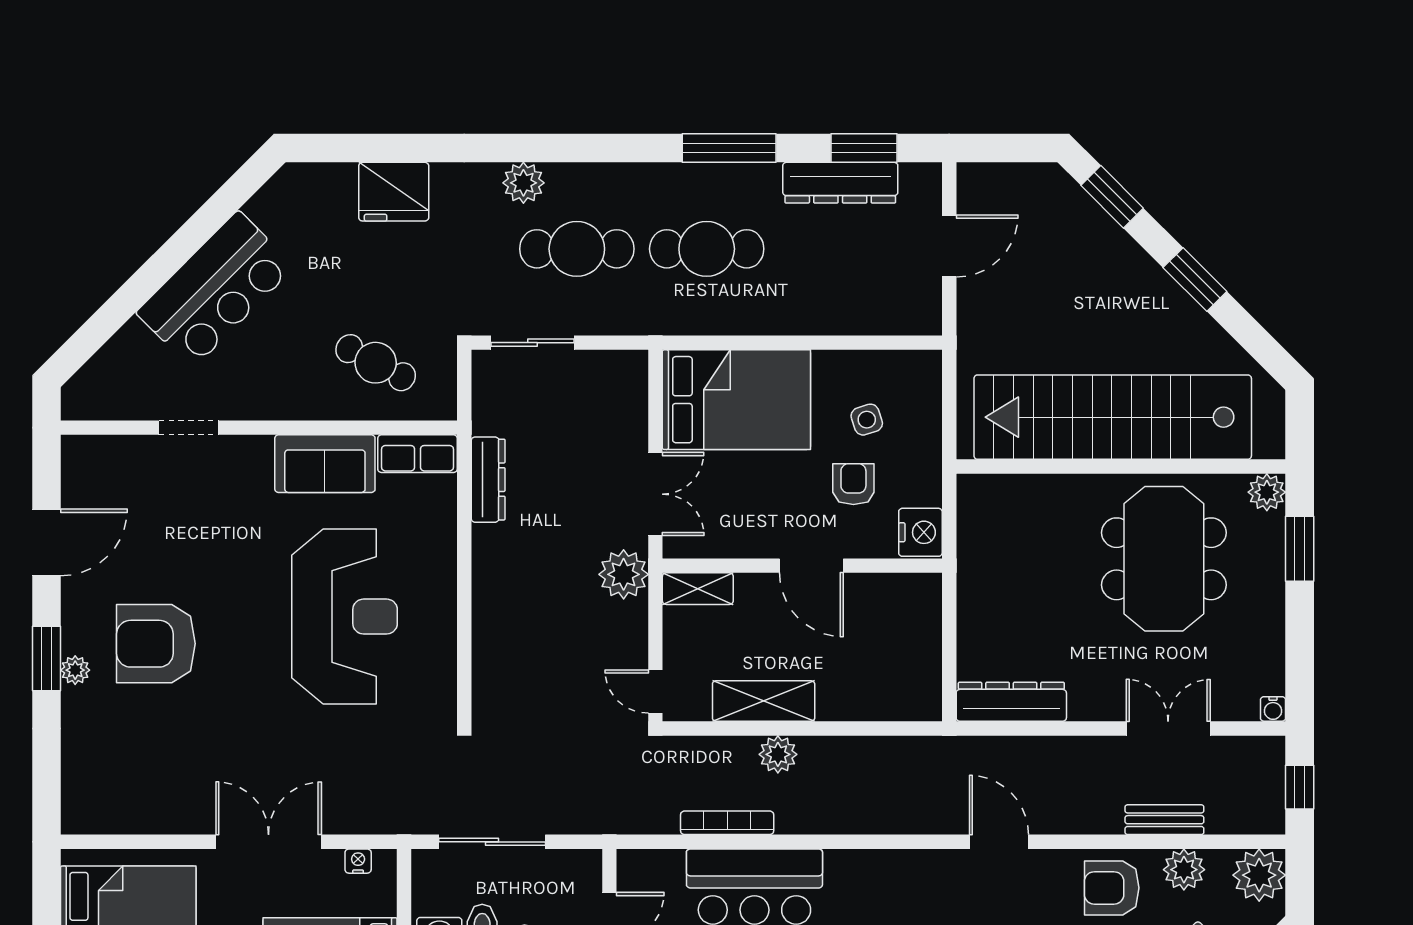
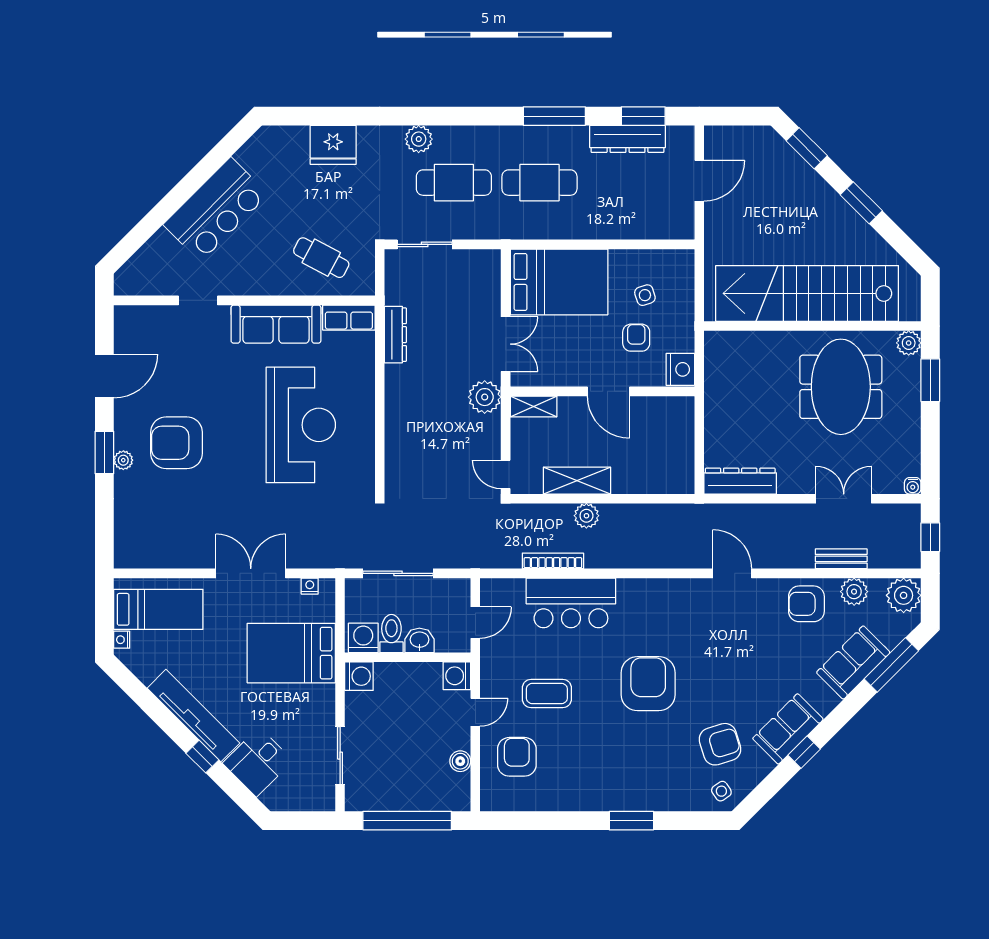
sofa: (325, 464) -> (276, 324), width x1.36

